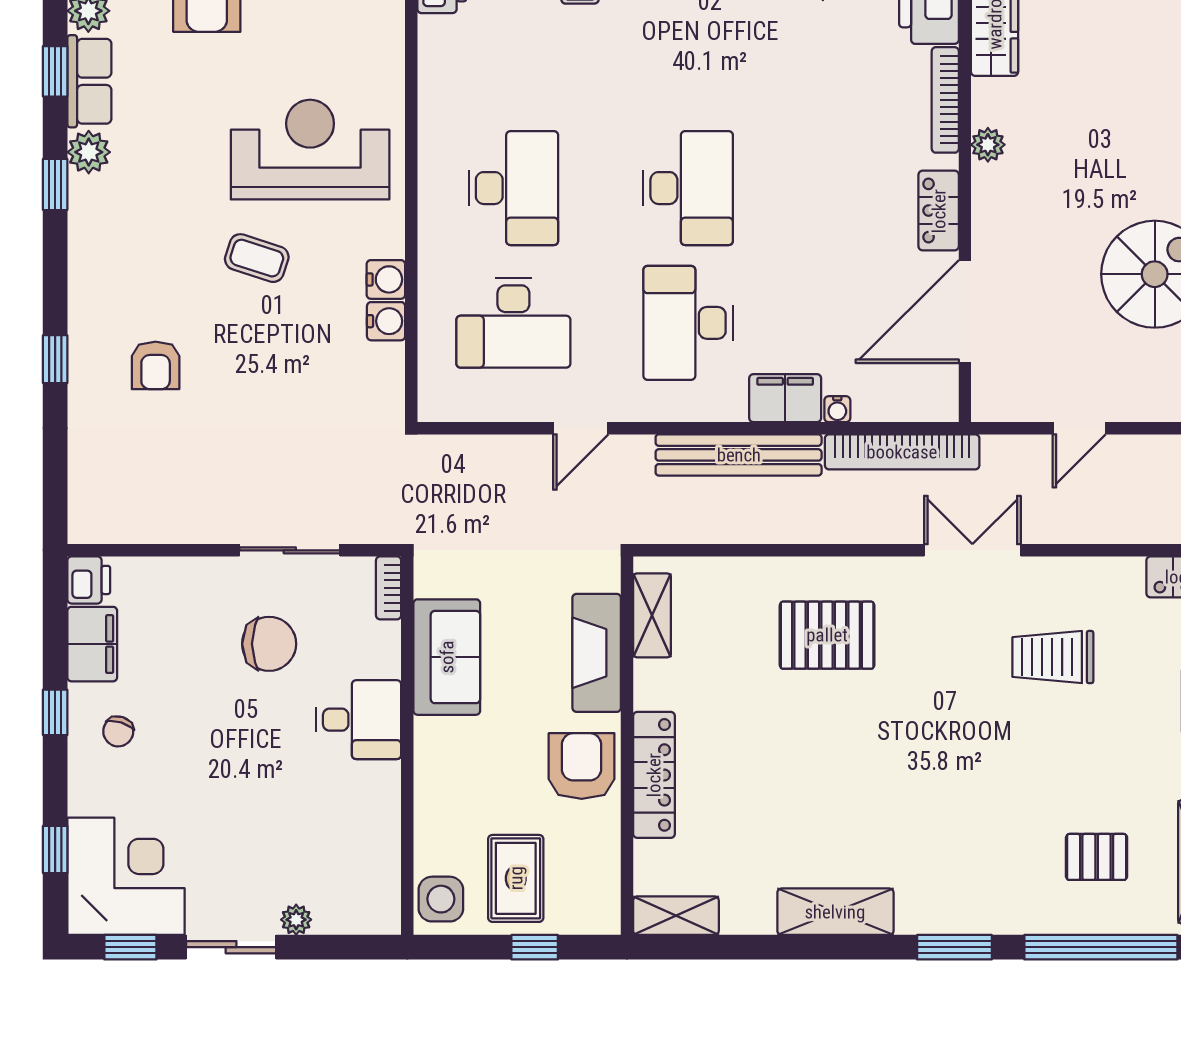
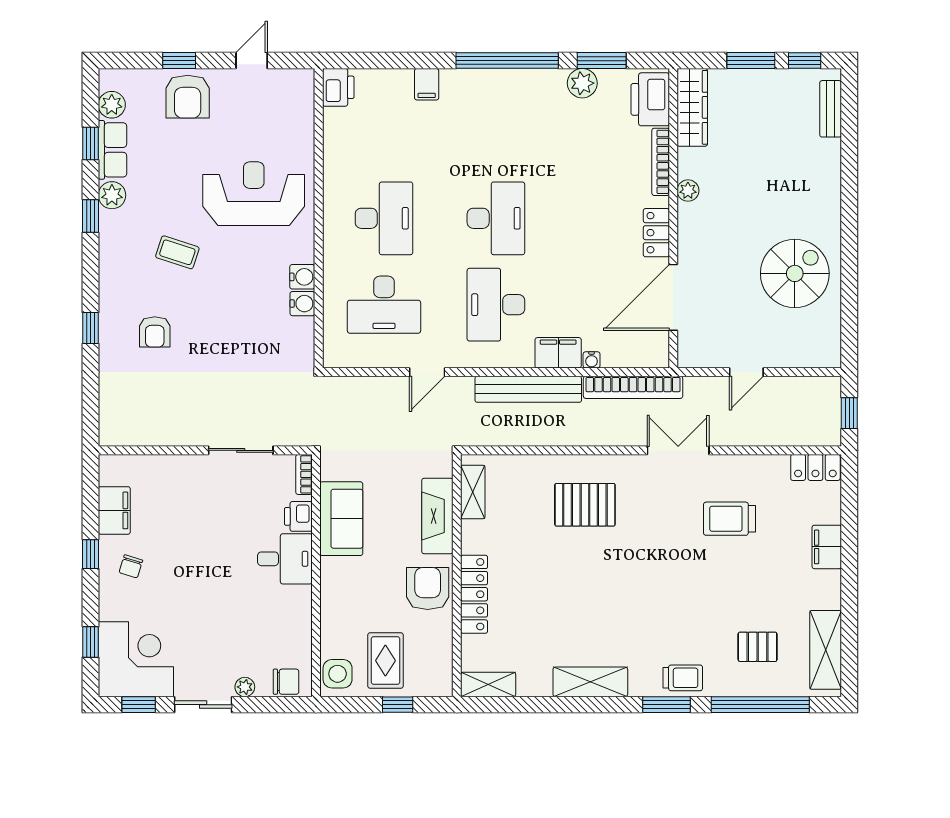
coffee table: (257, 258) -> (177, 252), moved
printer: (89, 580) -> (298, 516), moved, turned 180
chair: (269, 644) -> (286, 682), moved, width x0.73, depth x0.73
trolley: (980, 905) -> (683, 678), added

